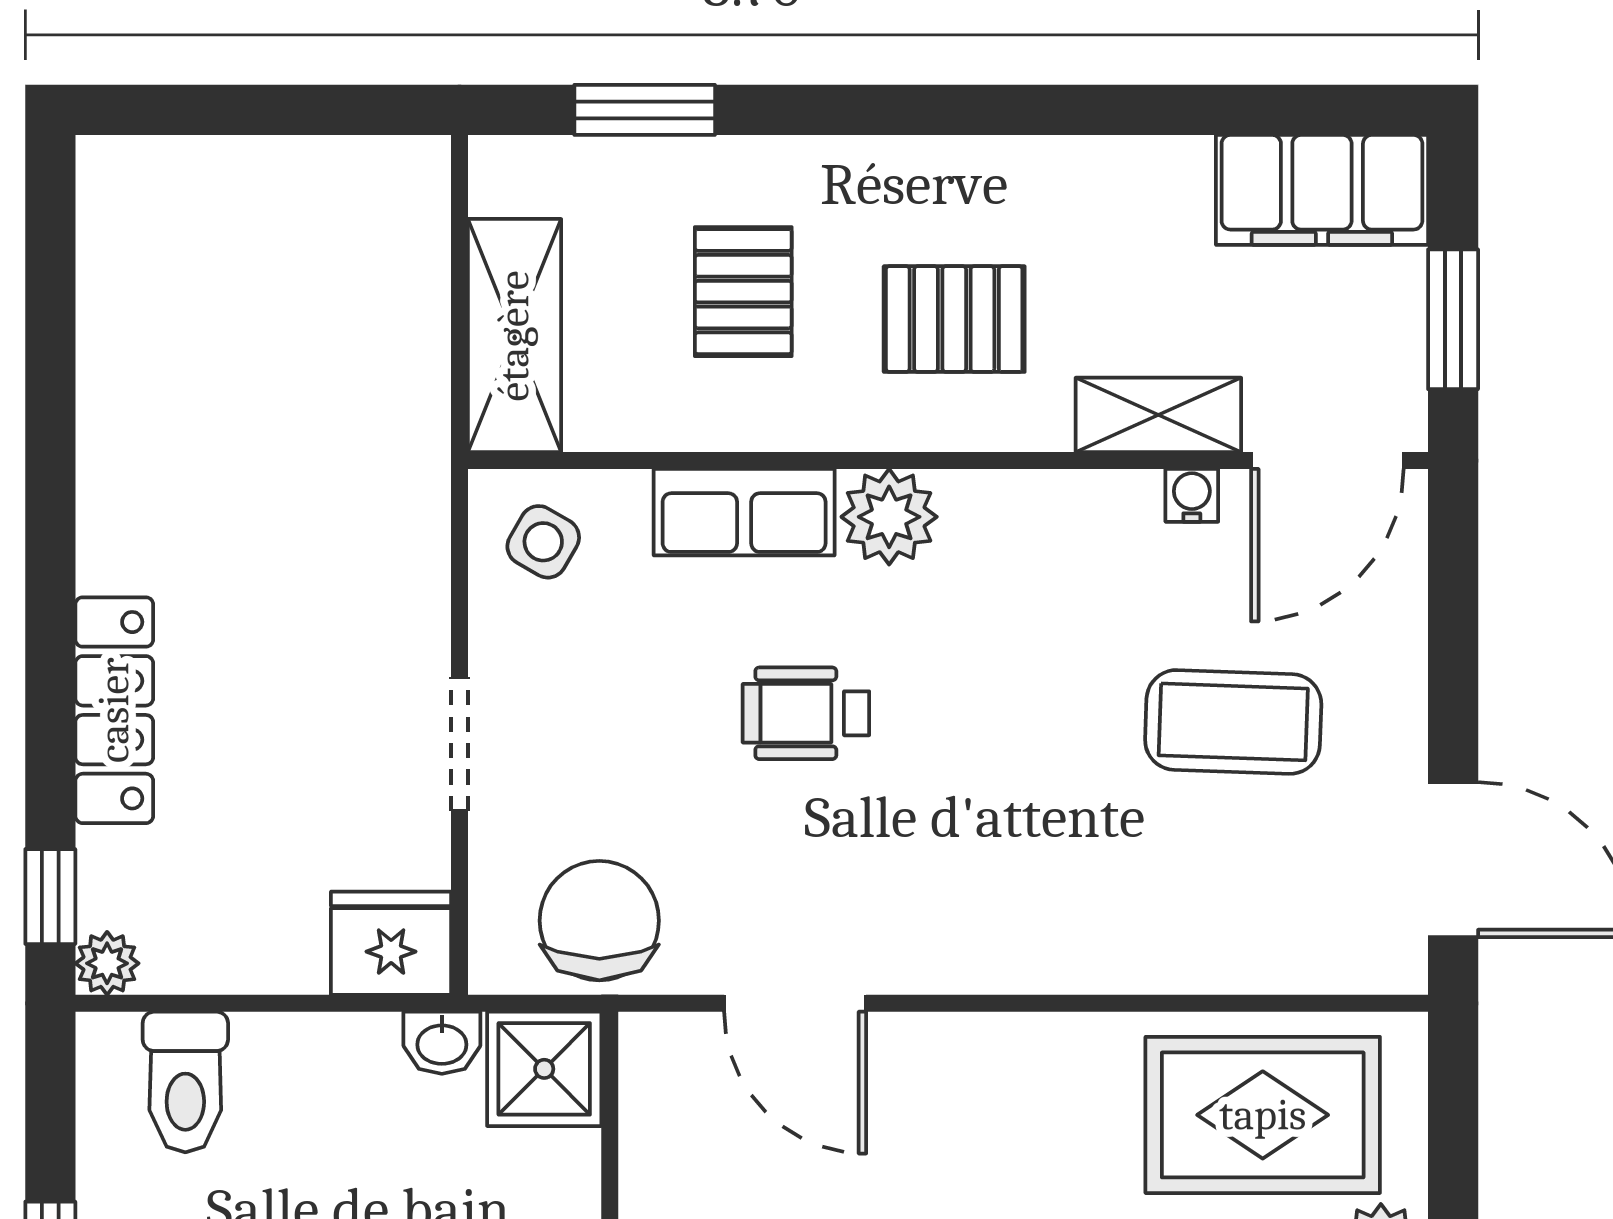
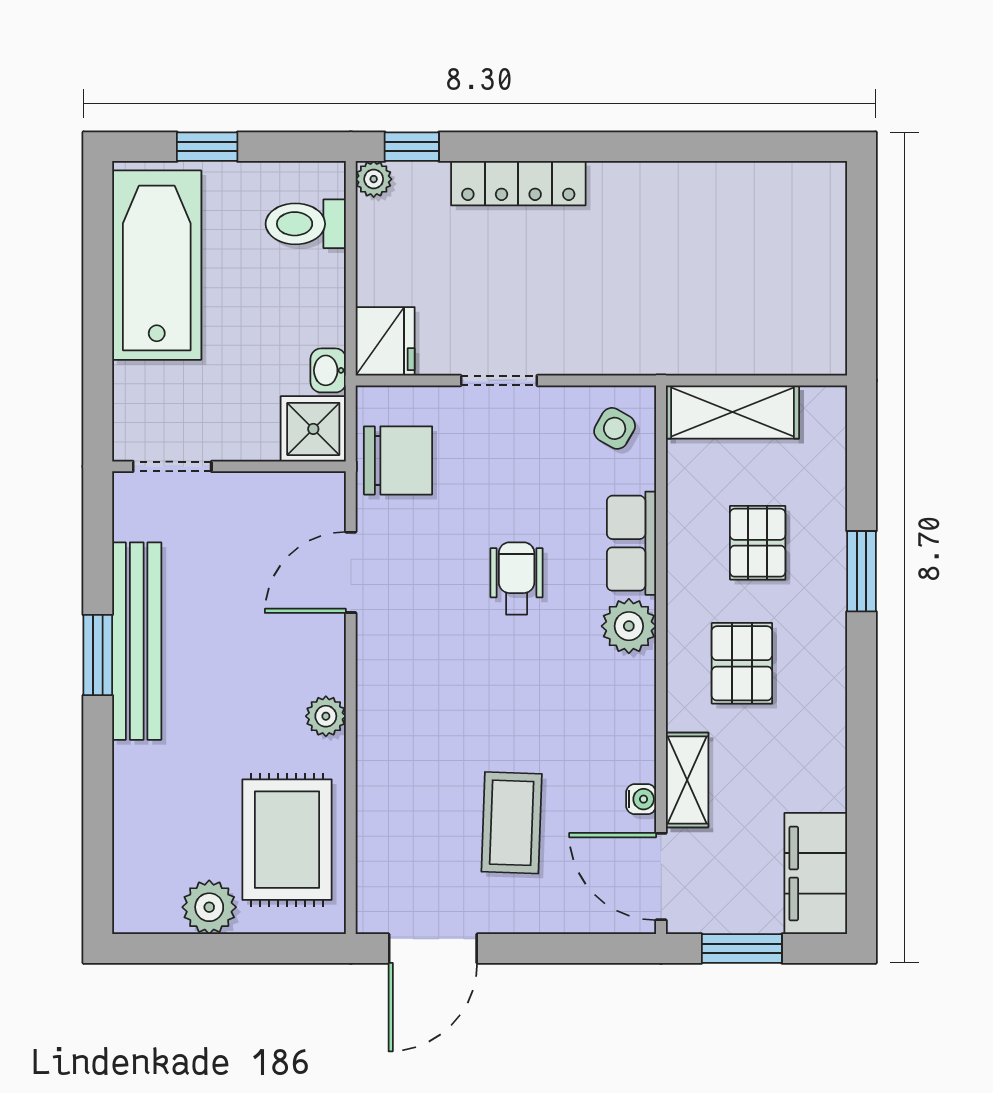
window: (645, 110) -> (861, 571), moved
pallet: (743, 292) -> (758, 543), turned 90
plant: (1047, 1047) -> (326, 716), added

